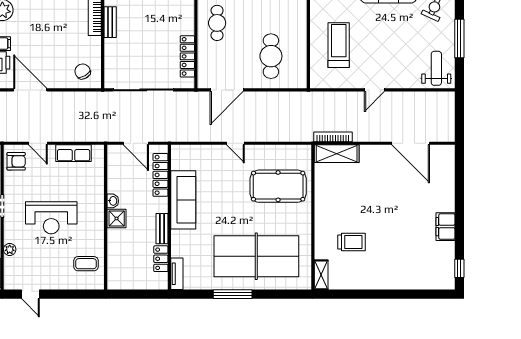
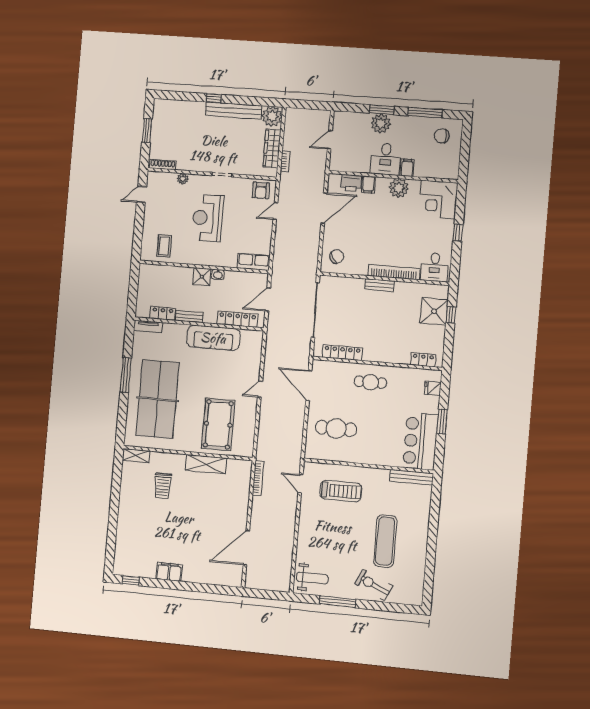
door: (374, 90) -> (300, 484), moved
row of seats: (74, 153) -> (254, 262), moved, turned 90
shelving: (337, 154) -> (206, 464), moved, turned 90

